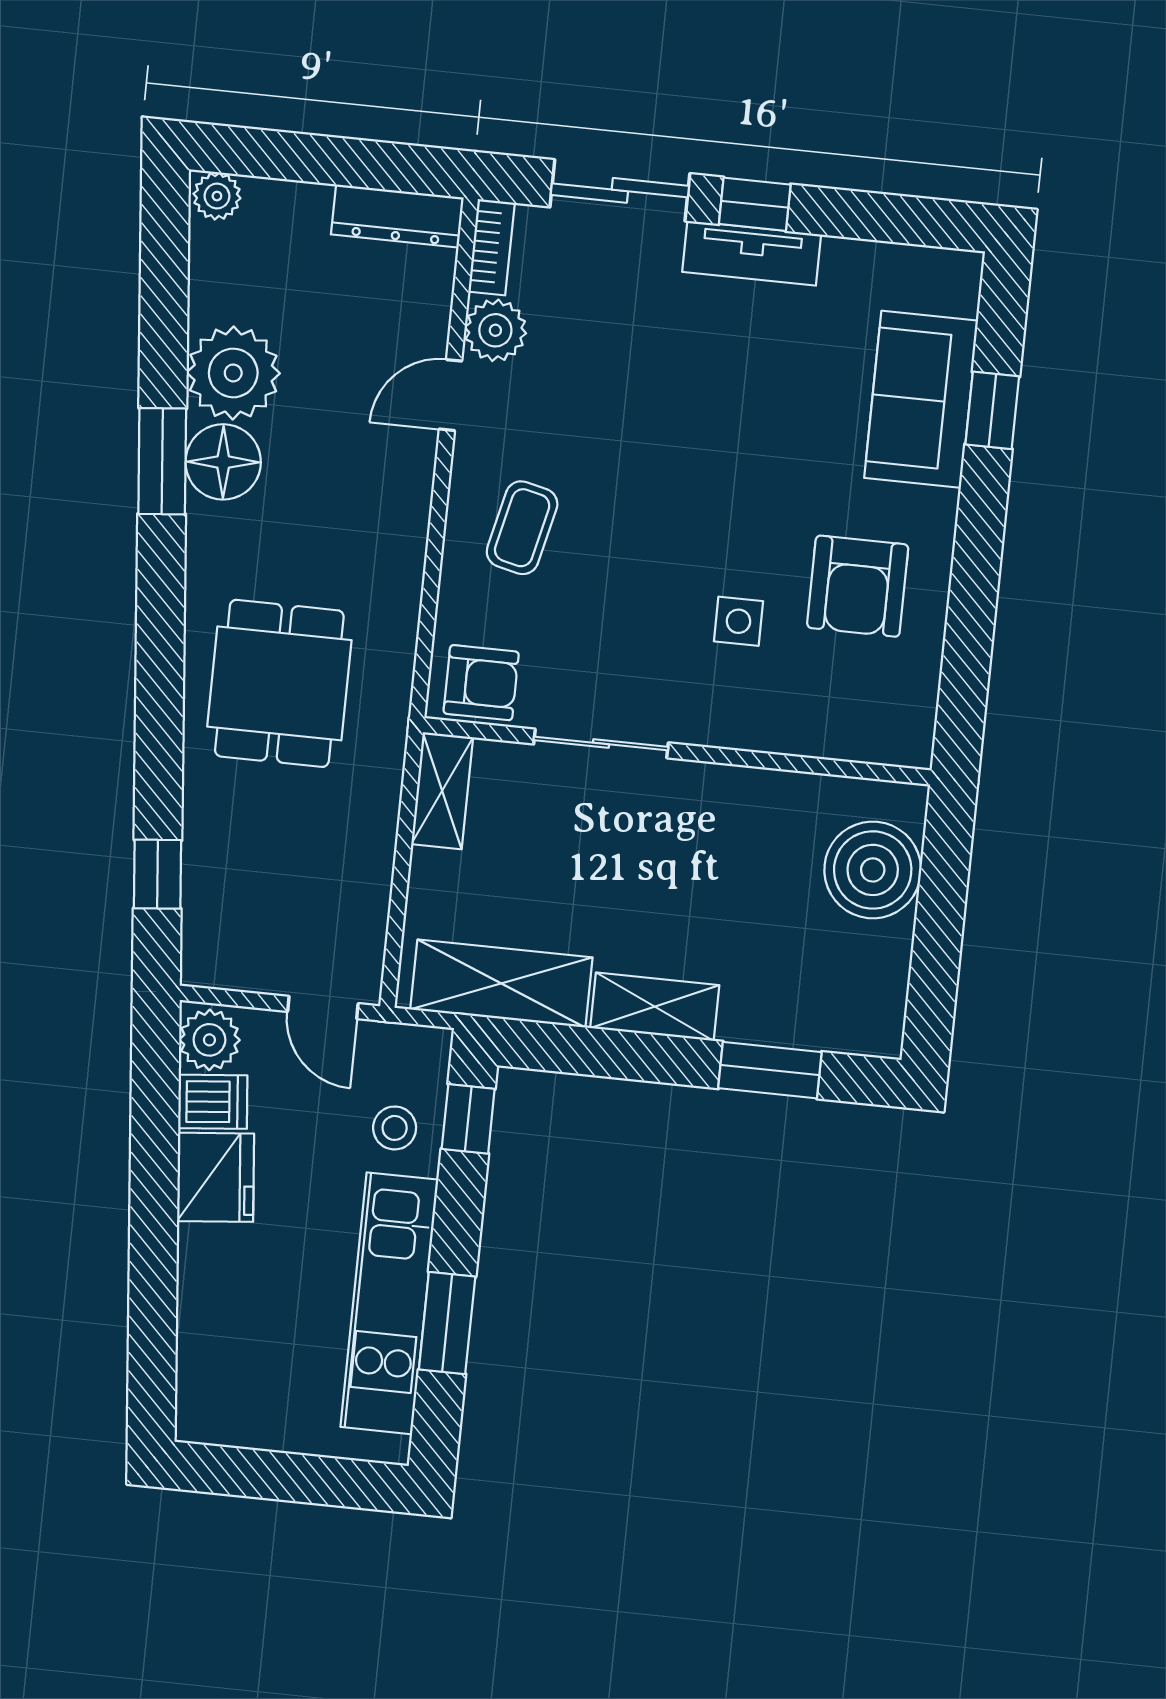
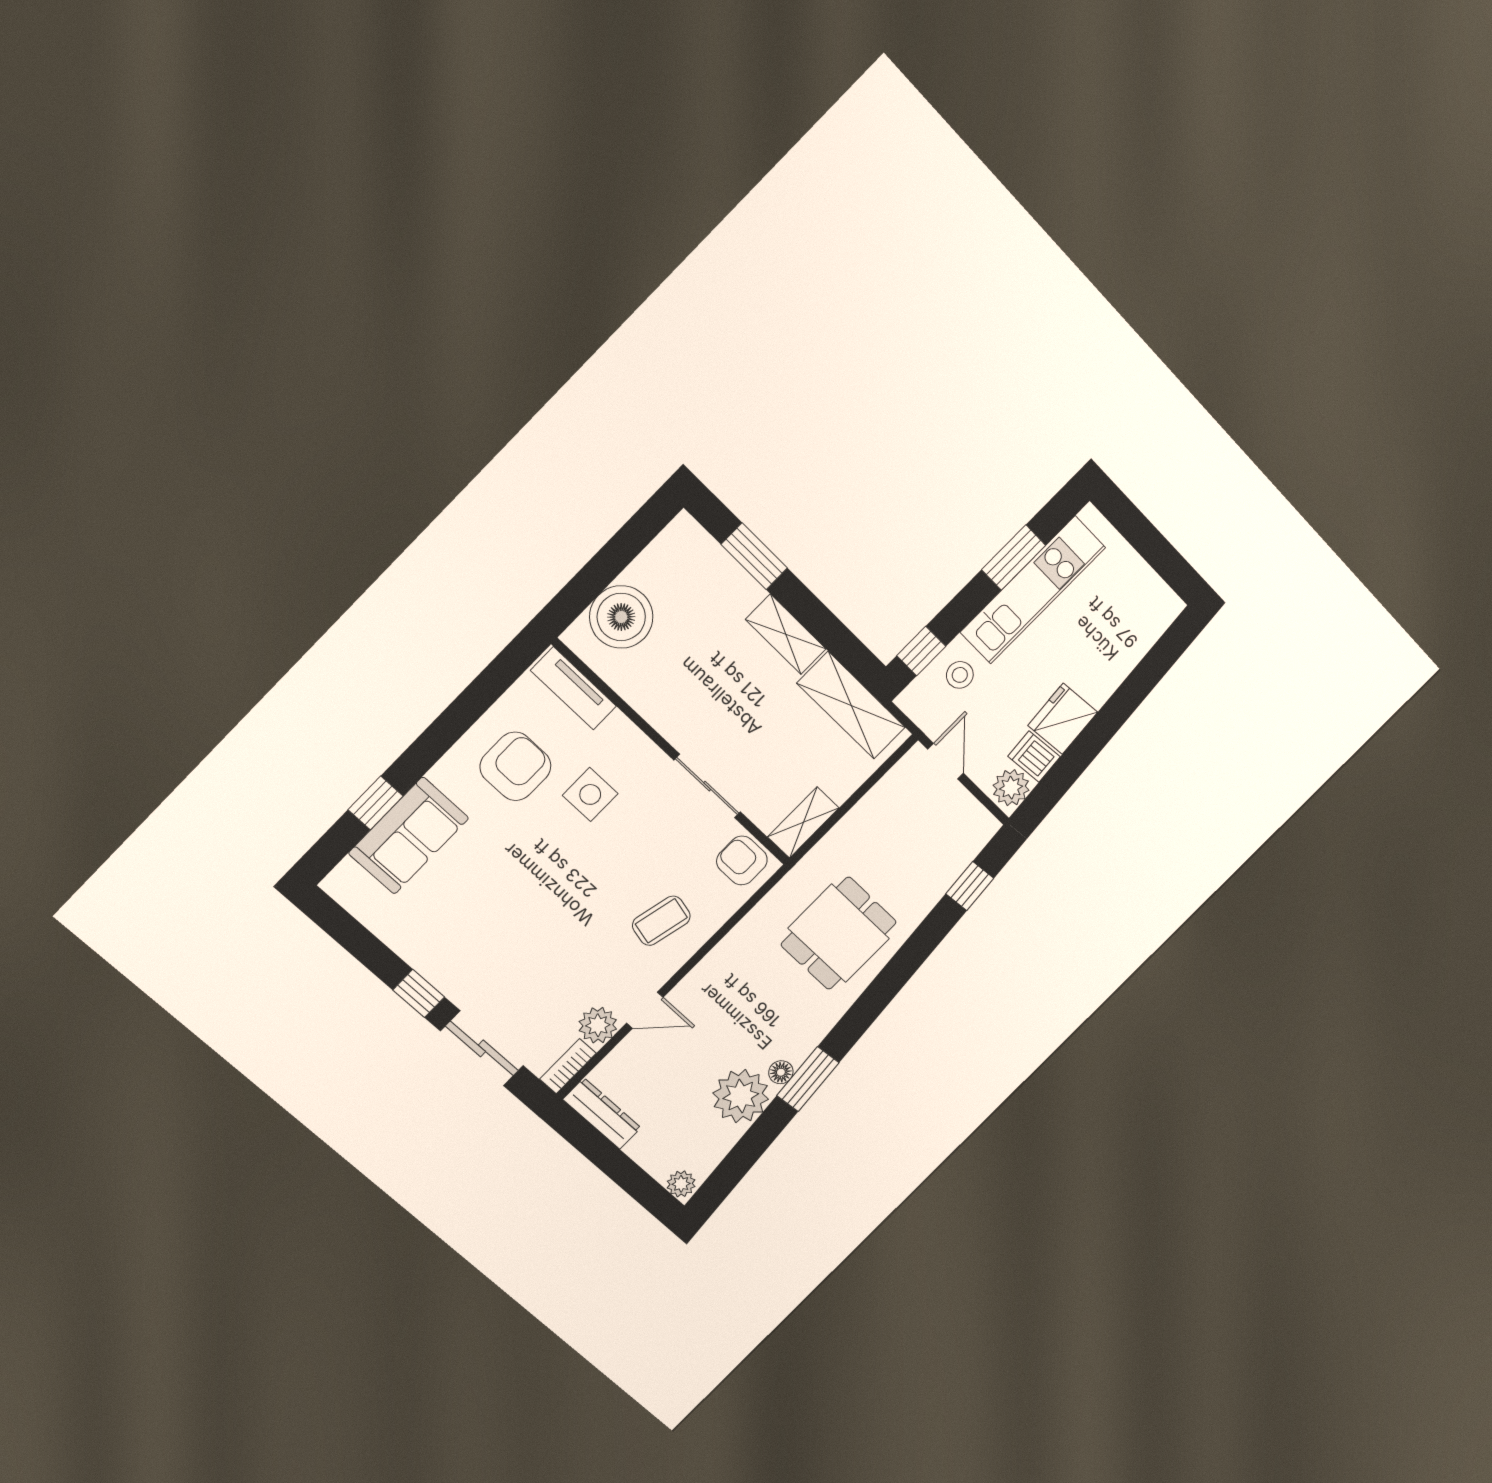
tv unit: (752, 253) -> (573, 688), moved, turned 180
floor lamp: (223, 462) -> (781, 1072), width x0.53, depth x0.53
side table: (738, 621) -> (590, 794), width x1.37, depth x1.37

